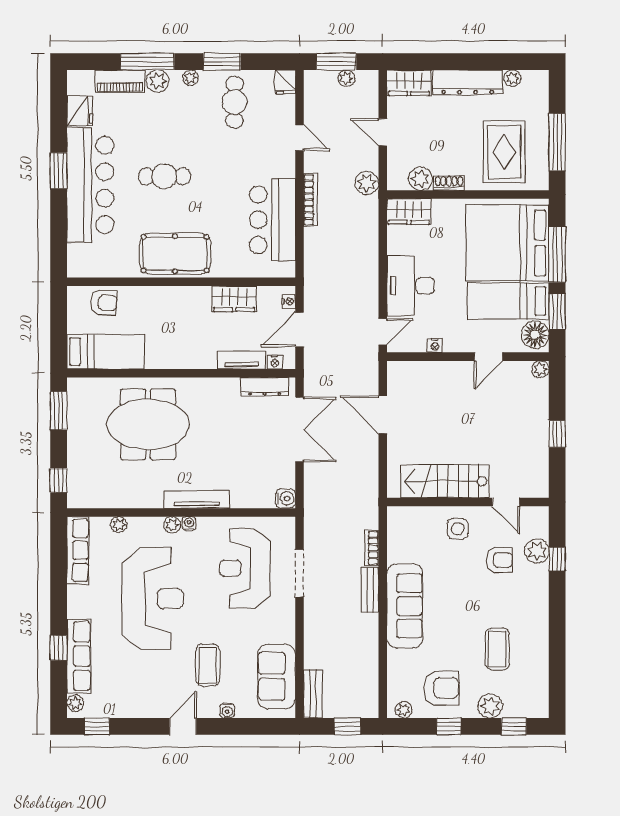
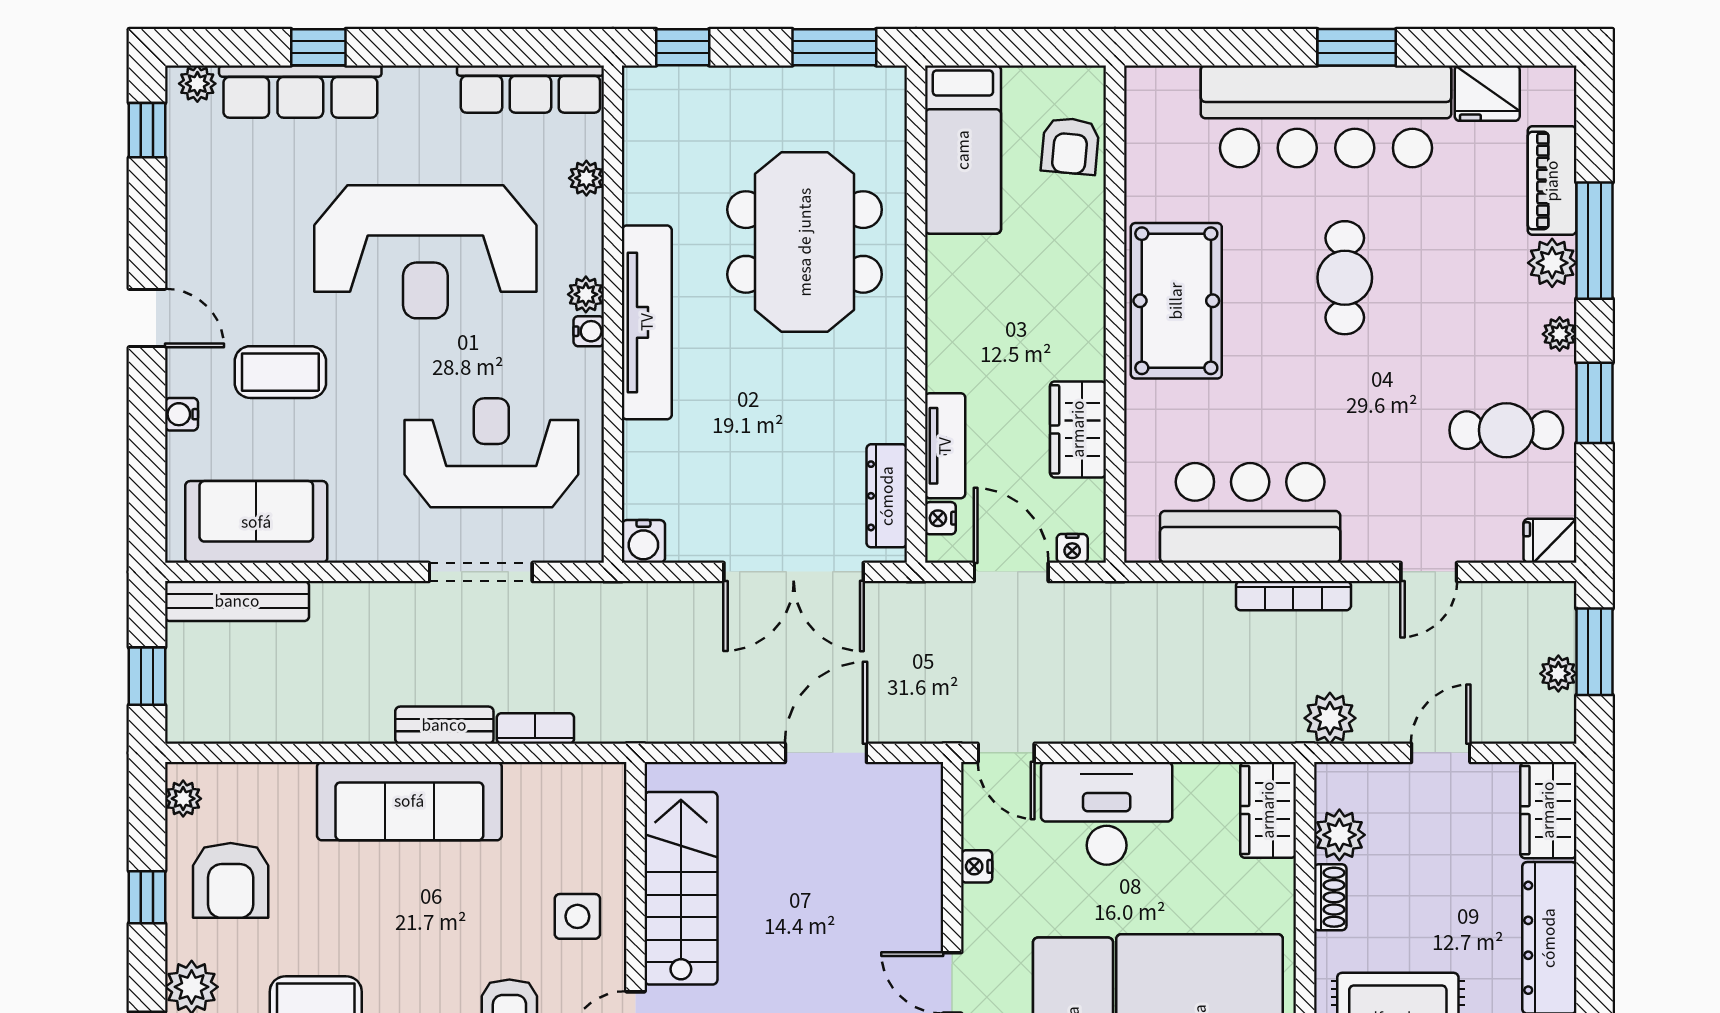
tv unit: (197, 499) -> (647, 322), width x1.36, depth x1.29
bench: (313, 694) -> (237, 601), width x1.36

